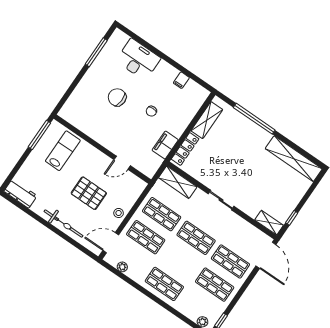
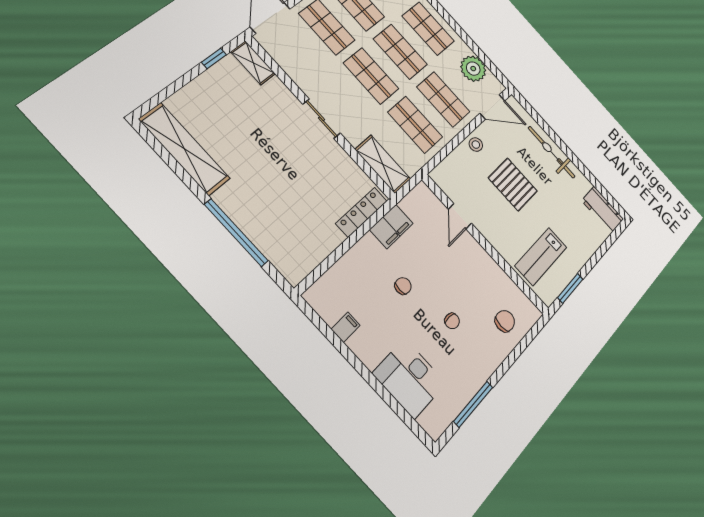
chair: (117, 97) -> (452, 321), width x0.54, depth x0.54
chair: (83, 105) -> (505, 321), added
shelving: (207, 120) -> (317, 250), removed
window: (39, 135) -> (570, 288), width x0.69
door: (122, 163) -> (460, 216), swing flipped
shop shelf: (180, 261) -> (400, 52), added
plant: (122, 267) -> (473, 69), width x1.88, depth x1.88

